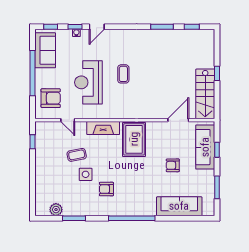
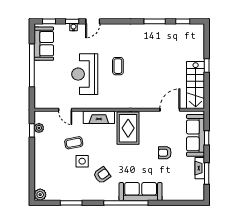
armchair: (51, 98) -> (49, 89), removed
plant: (40, 139) -> (39, 128), added
fireplace: (210, 182) -> (200, 168), added
armchair: (106, 189) -> (102, 175), turned 144
sofa: (179, 206) -> (141, 192), moved
plant: (56, 210) -> (40, 195), moved

